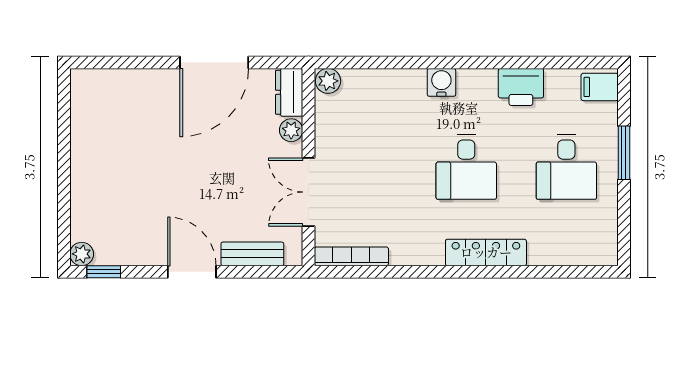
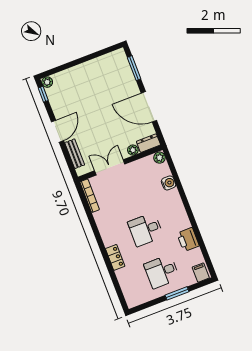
window: (122, 62) -> (134, 68), added
water cooler: (441, 82) -> (169, 183), moved
locker: (486, 252) -> (115, 257), width x0.66

